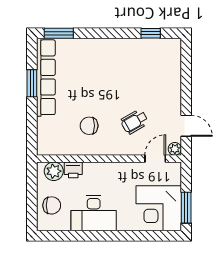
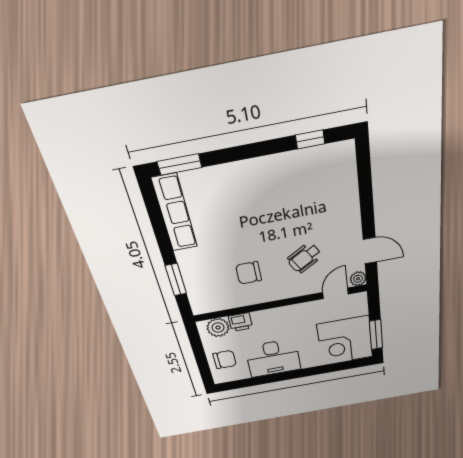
row of seats: (46, 77) -> (175, 213), width x0.73
window: (32, 83) -> (176, 280), moved

